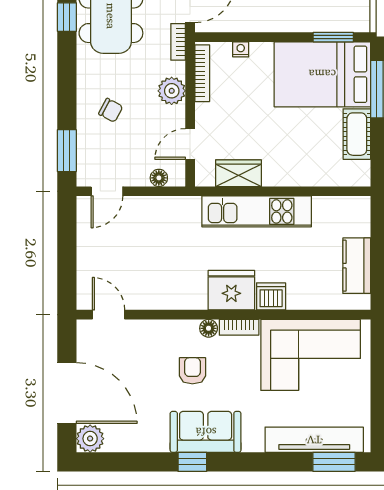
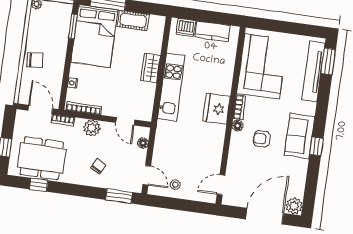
wardrobe: (238, 173) -> (151, 68), moved
stool: (98, 240) -> (175, 185), added
dishwasher: (271, 296) -> (186, 27), moved, turned -90

